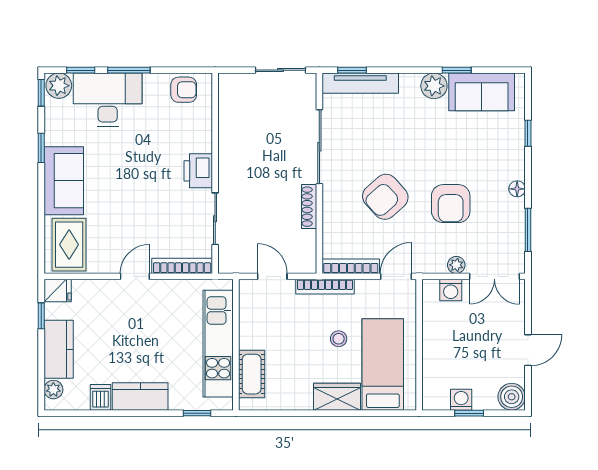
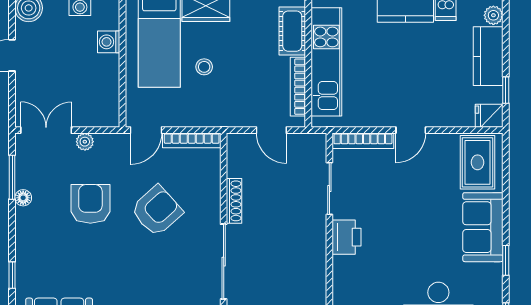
floor lamp: (517, 189) -> (23, 198), moved
bookcase: (325, 287) -> (298, 87), moved, turned -90
washing machine: (451, 290) -> (109, 42), moved, turned -90

